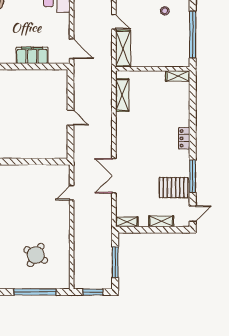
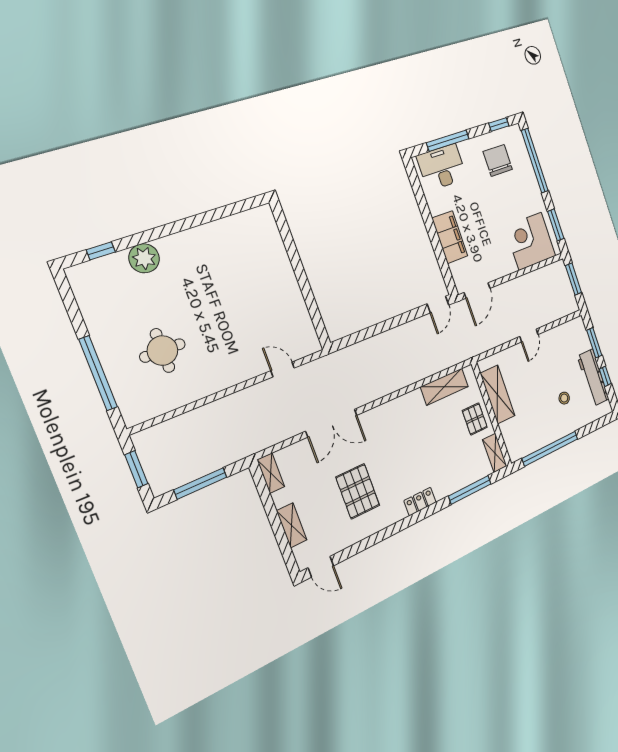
shelving: (123, 49) -> (498, 395), moved, turned 90
pallet: (151, 82) -> (475, 419), added
door: (71, 118) -> (438, 304), moved
double door: (114, 176) -> (331, 423), swing flipped
window: (193, 176) -> (470, 490), moved
pallet: (174, 188) -> (358, 491), moved
round table: (36, 255) -> (162, 351), turned -31

